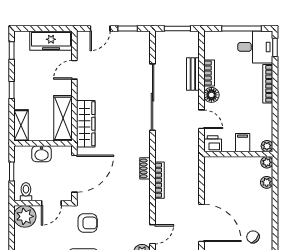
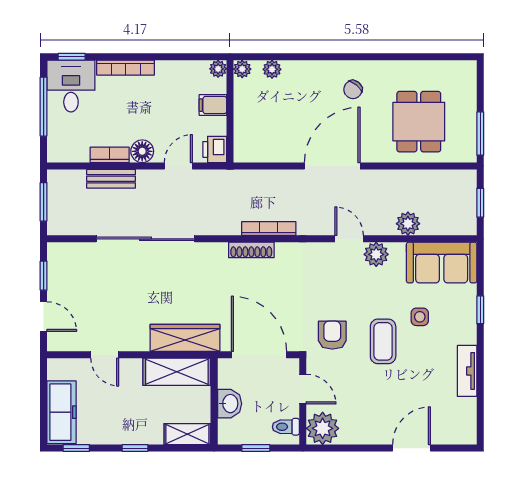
freezer: (51, 41) -> (62, 412), moved
shoe rack: (145, 168) -> (251, 250), width x1.43

